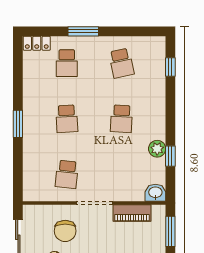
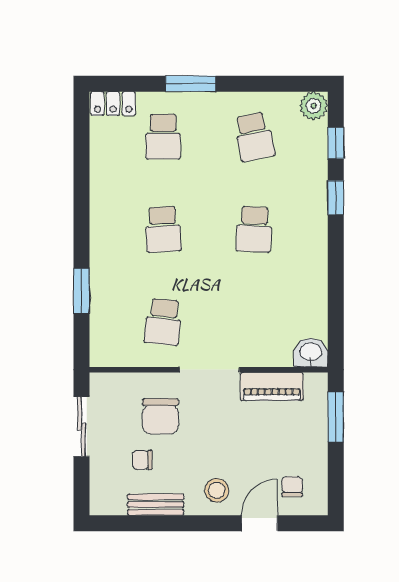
window: (18, 124) -> (82, 291), moved
plant: (157, 149) -> (314, 106), moved
window: (170, 156) -> (336, 198), moved

